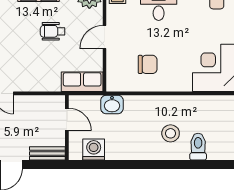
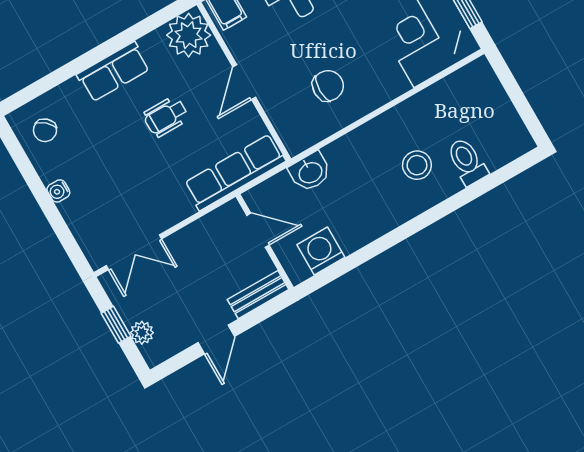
row of seats: (82, 82) -> (235, 172), width x1.48

